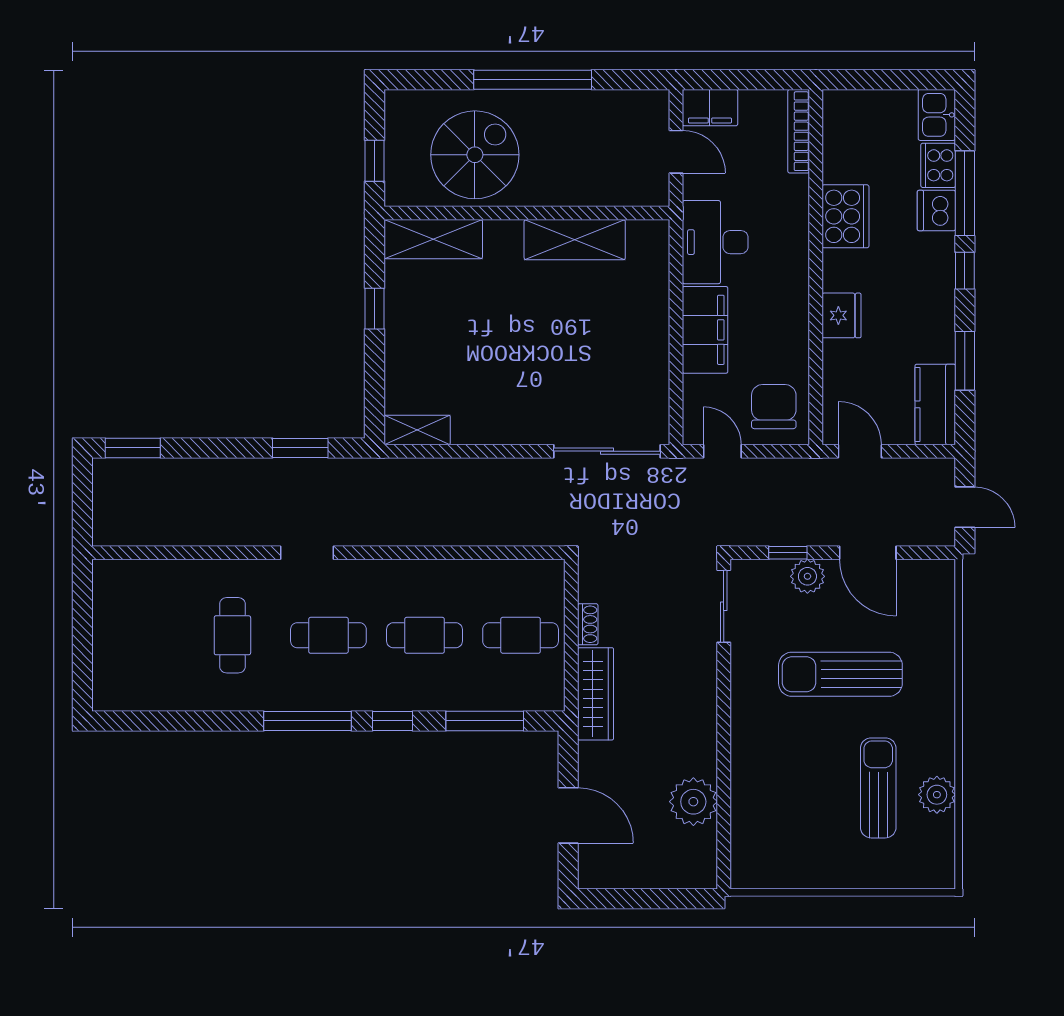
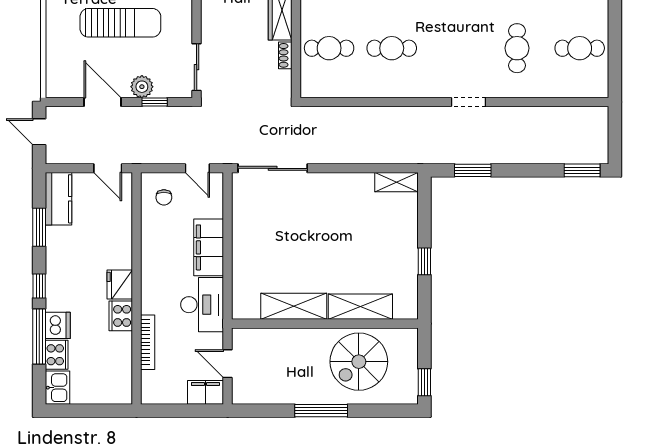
window: (533, 80) -> (321, 411), width x0.68
bookcase: (799, 131) -> (148, 342), moved
window: (374, 161) -> (424, 382), moved
cooker: (845, 216) -> (121, 316), width x0.73, depth x0.76
shelving: (433, 239) -> (360, 307), moved
fridge: (841, 315) -> (120, 285), moved
chair: (774, 407) -> (164, 197), width x0.54, depth x0.54
cafe table: (328, 635) -> (580, 48), moved

